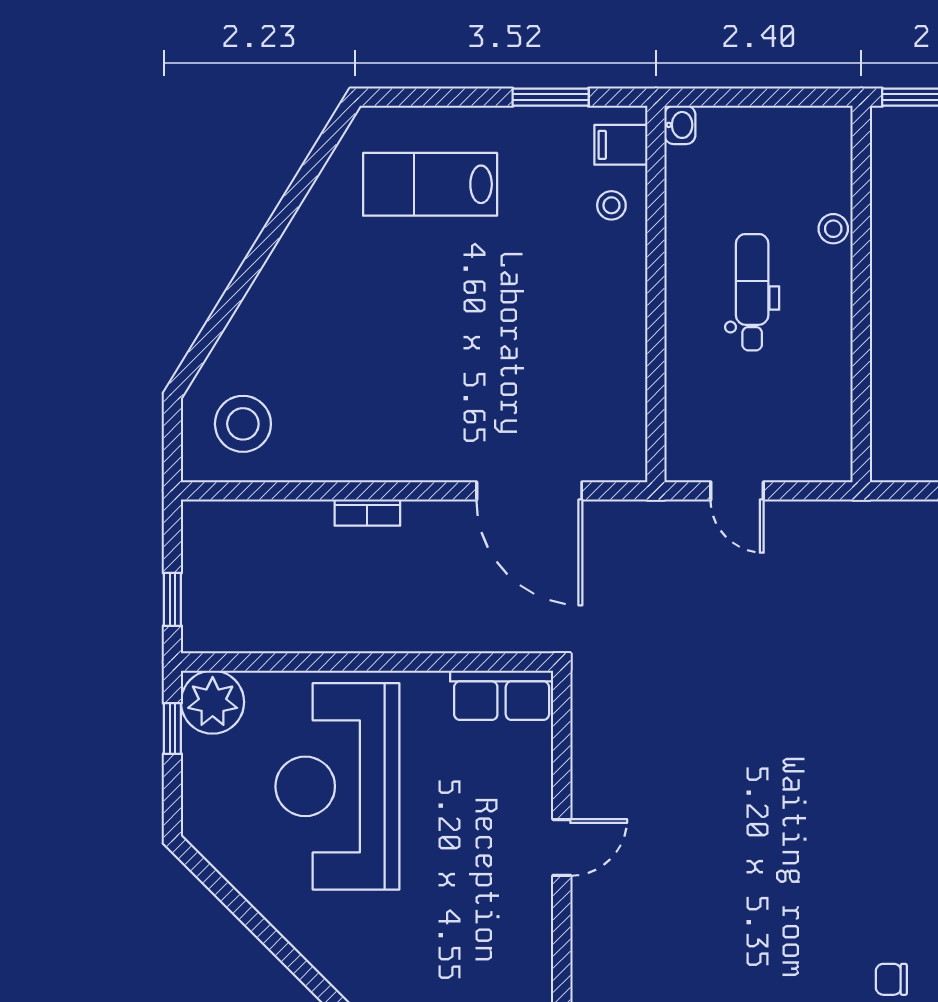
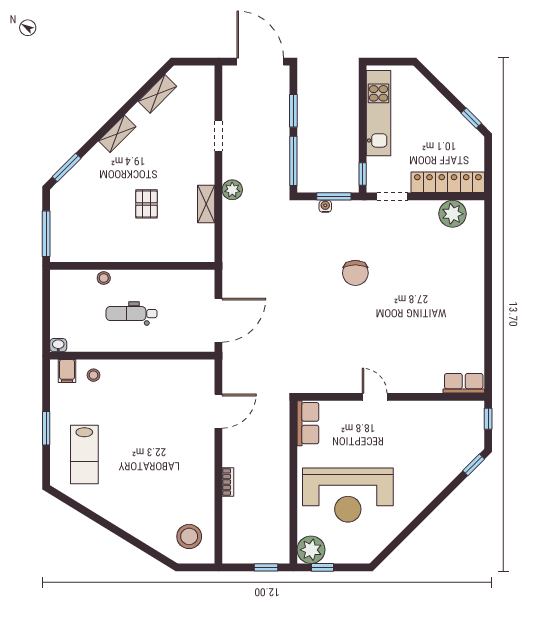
window: (551, 97) -> (46, 428), moved
door: (529, 491) -> (218, 411), width x0.73
door: (737, 491) -> (218, 320), width x1.88
chair: (891, 979) -> (355, 273), moved, width x1.87, depth x1.87

